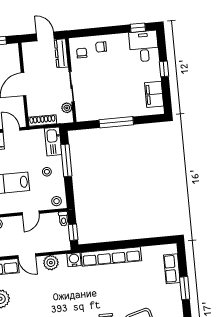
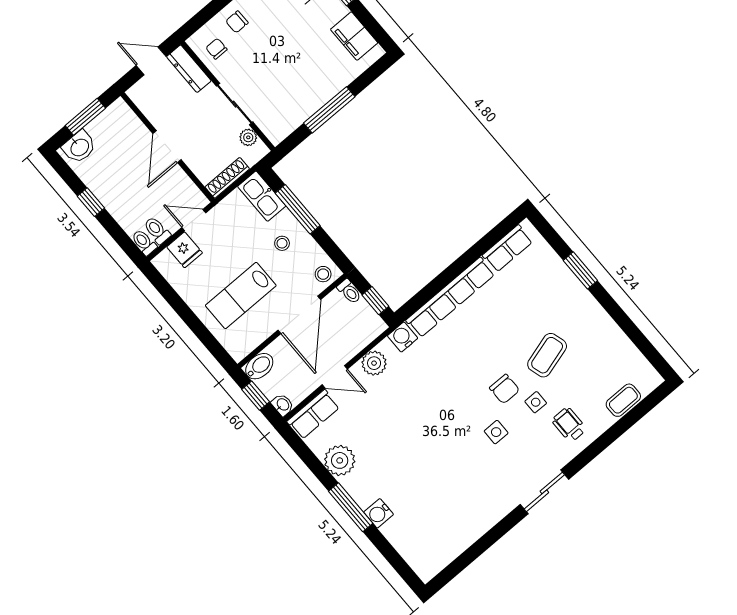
door: (31, 213) -> (299, 315), width x1.88
row of seats: (172, 269) -> (508, 248), moved, turned -90

